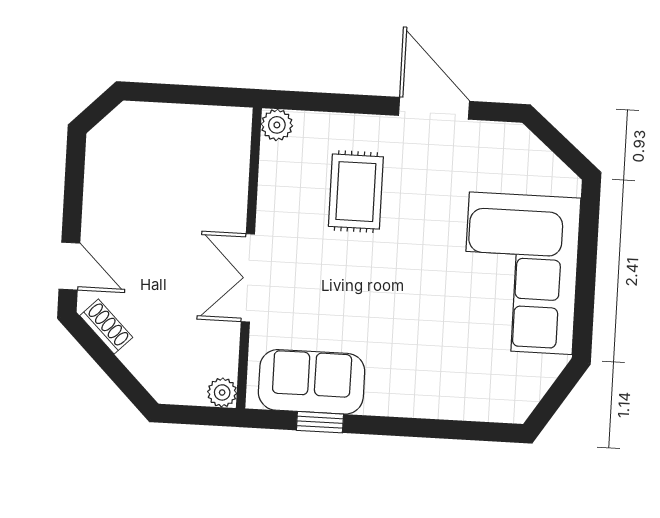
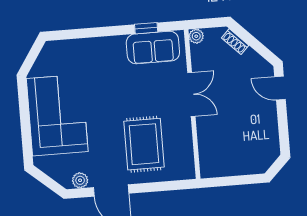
plant: (277, 125) -> (80, 180), moved
rug: (356, 192) -> (144, 144), width x1.36, depth x1.43
shoe rack: (106, 326) -> (235, 42), moved

